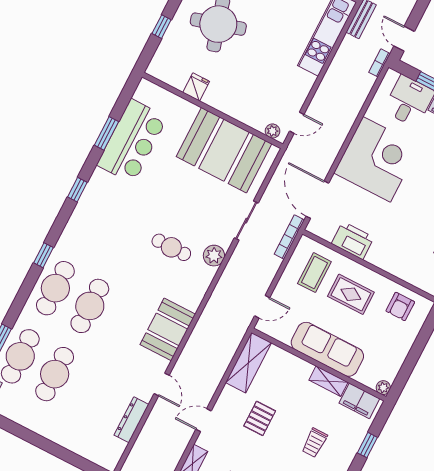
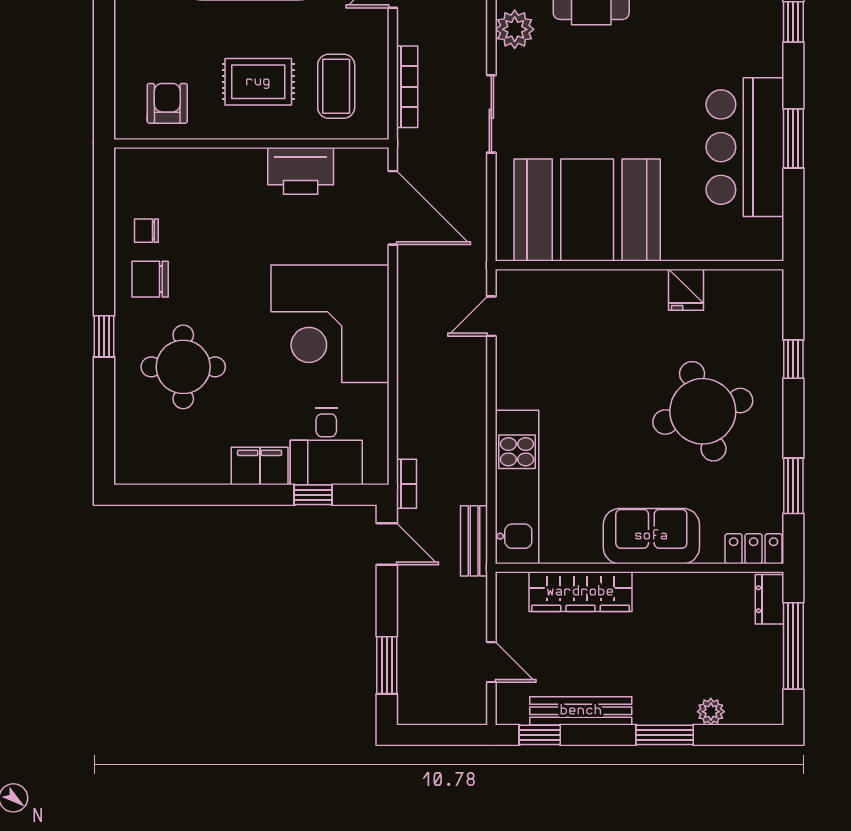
plant: (273, 131) -> (524, 282), removed
bookcase: (289, 237) -> (407, 87), moved

